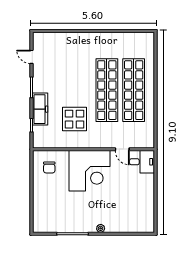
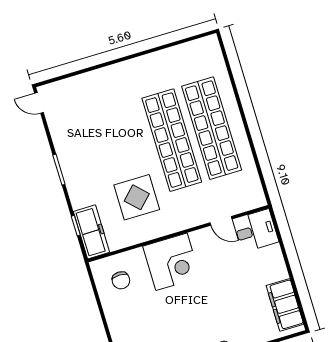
door: (31, 57) -> (39, 103), moved
freezer: (40, 109) -> (92, 232), moved
corner desk: (89, 171) -> (172, 262), width x0.74, depth x0.74
filing cabinet: (146, 213) -> (285, 305), added

